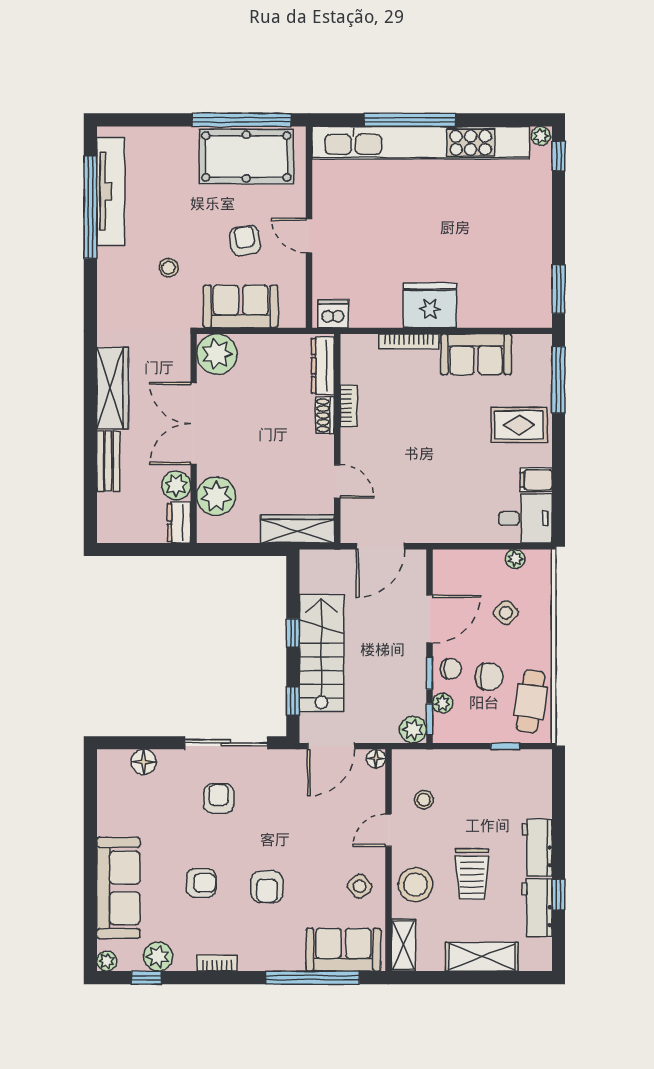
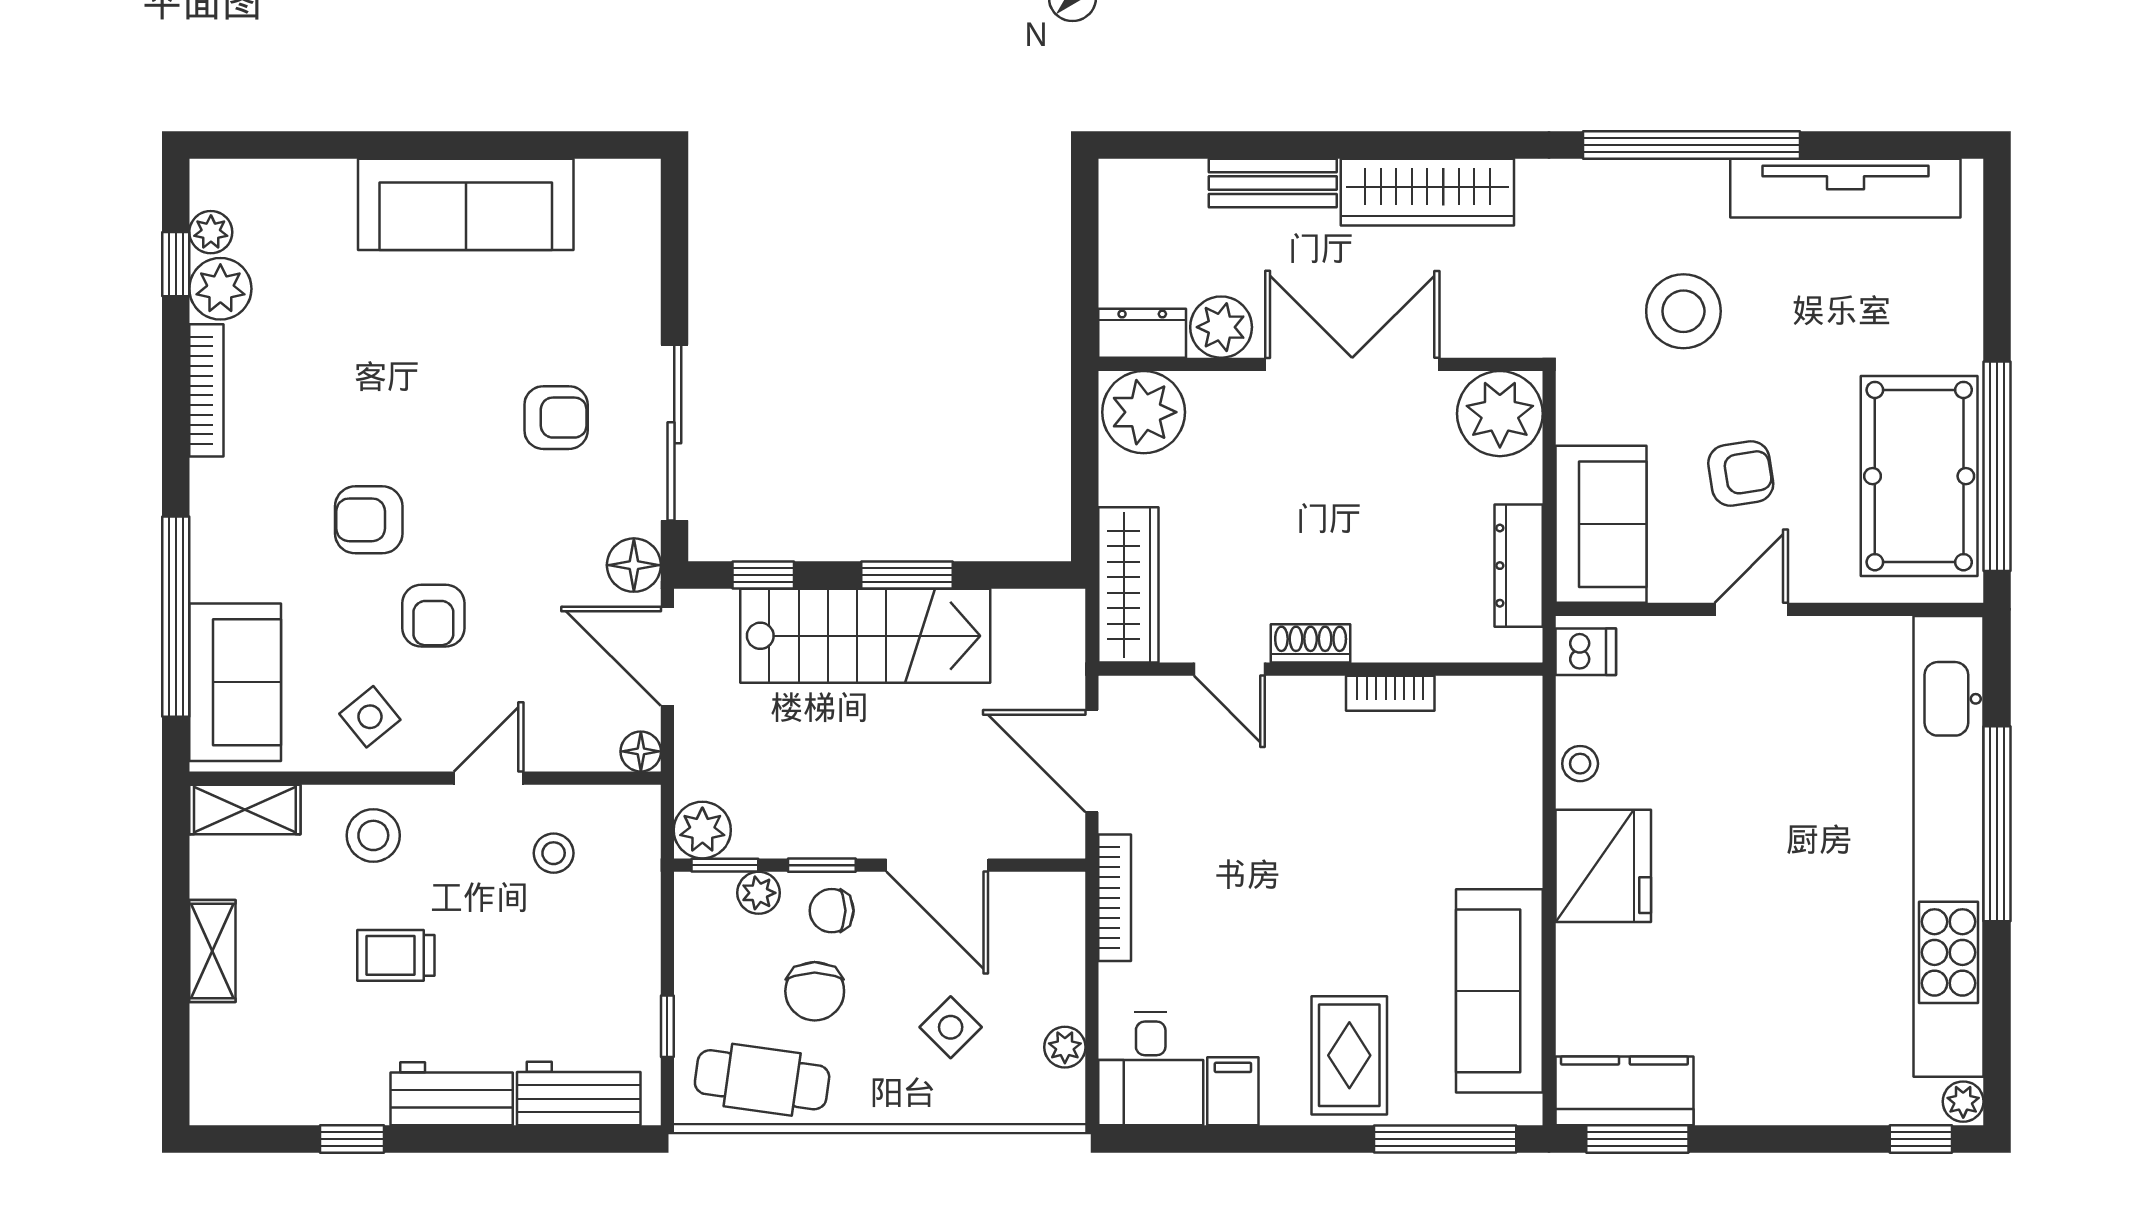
window: (90, 207) -> (1691, 145), moved
stool: (169, 268) -> (1683, 311), width x1.89, depth x1.89
kitchen counter: (536, 295) -> (1624, 1091), added
sofa: (241, 306) -> (1601, 524), moved
dishwasher: (333, 314) -> (1586, 652), width x0.73
stool: (382, 316) -> (1580, 764), added
bookcase: (409, 342) -> (1115, 898), moved, turned 180
sofa: (476, 354) -> (1499, 991), width x1.36
dresser: (323, 366) -> (1519, 566), moved, turned -90
shoe rack: (325, 415) -> (1311, 643), moved
door: (337, 481) -> (1229, 669), hinge flipped
plant: (216, 496) -> (1144, 412), moved
window: (293, 633) -> (907, 575), width x1.50
chair: (451, 669) -> (832, 911), turned 90
floor lamp: (144, 762) -> (634, 565), moved
door: (388, 830) -> (489, 778), hinge flipped
trolley: (472, 874) -> (396, 955), width x0.73, depth x0.72
armchair: (201, 883) -> (433, 616), moved
stool: (416, 885) -> (373, 835), width x0.73, depth x0.73
sofa: (118, 888) -> (466, 204), moved
workbench: (537, 908) -> (579, 1093), moved
shelving: (482, 957) -> (212, 951), width x0.67, depth x0.75
plant: (107, 961) -> (211, 232), moved
bookcase: (217, 963) -> (206, 390), width x1.56

